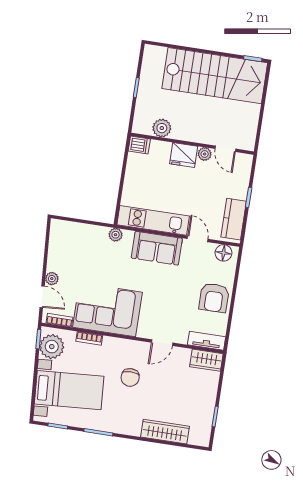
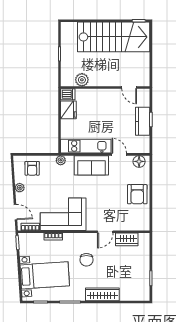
plant: (205, 154) -> (115, 94), removed
fridge: (184, 155) -> (68, 110), moved, turned -90
kitchen counter: (234, 219) -> (143, 121), moved
armchair: (74, 240) -> (32, 168), added
plant: (52, 279) -> (20, 188), moved
tv unit: (207, 341) -> (137, 226), removed
plant: (52, 347) -> (28, 246), removed
wardrobe: (206, 360) -> (127, 239), moved
wardrobe: (165, 432) -> (102, 294), moved

